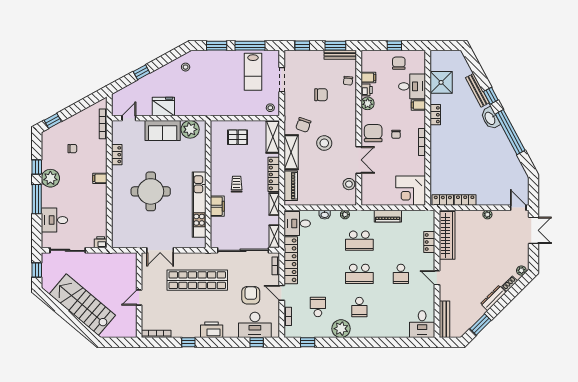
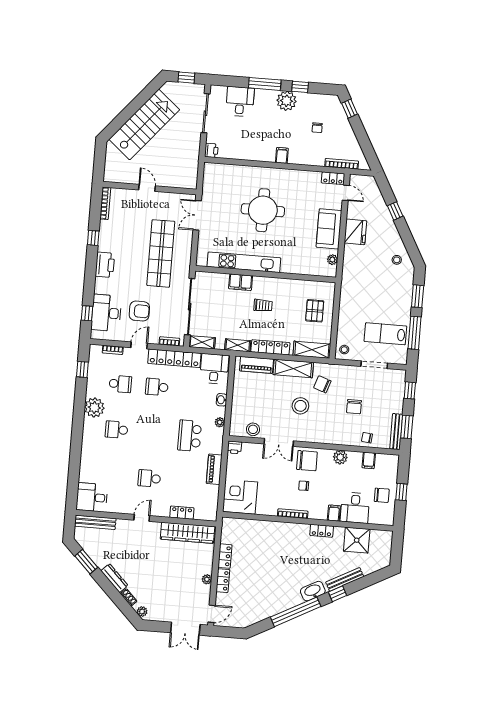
printer: (367, 90) -> (235, 447), moved
plant: (190, 129) -> (332, 260), width x0.53, depth x0.53
locker: (117, 155) -> (333, 178), moved
locker: (443, 200) -> (223, 581), moved
school desk: (359, 274) -> (157, 387), moved, width x0.54

